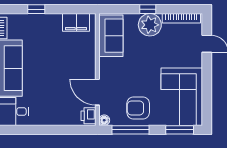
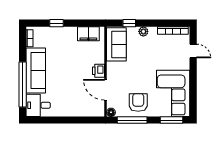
window: (148, 9) -> (129, 23), moved
plant: (150, 25) -> (143, 31), width x0.53, depth x0.53
armchair: (138, 108) -> (138, 102), turned 90
printer: (89, 116) -> (98, 71), moved

